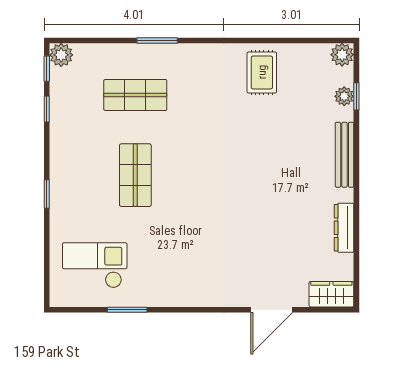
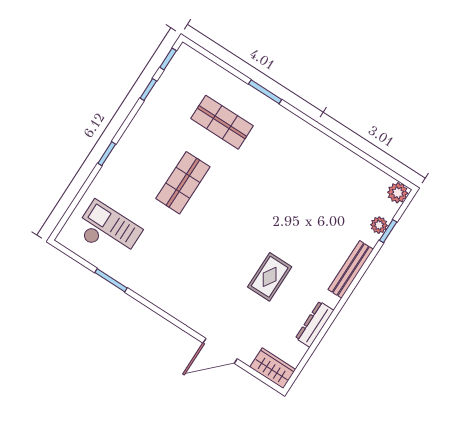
plant: (61, 55) -> (186, 56), removed
rug: (262, 72) -> (270, 277), moved

